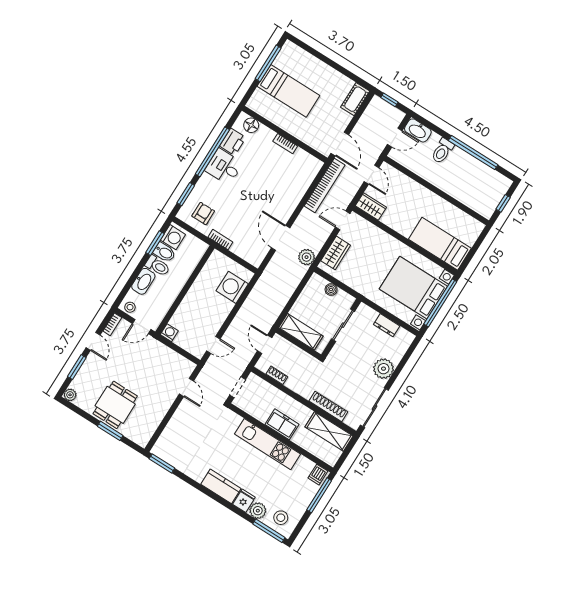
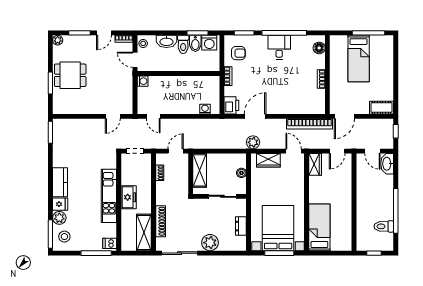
printer: (233, 142) -> (231, 105), moved, turned -90
toilet: (442, 151) -> (384, 226), moved
washing machine: (232, 287) -> (205, 109), width x0.53, depth x0.53
window: (440, 303) -> (279, 253), width x0.68

